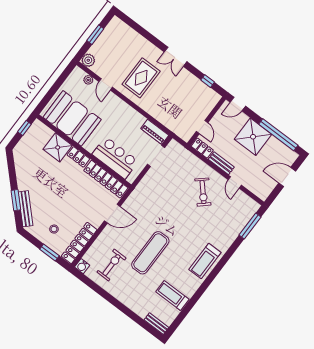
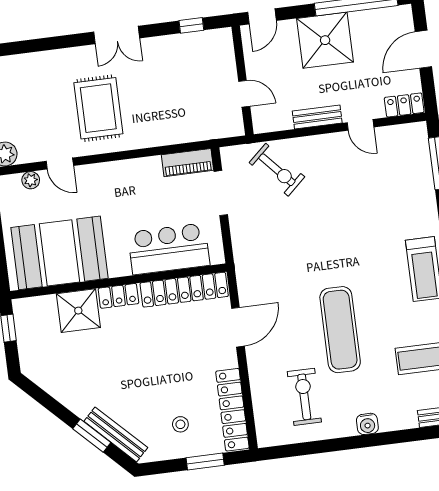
locker: (202, 148) -> (404, 105), moved
exercise bike: (203, 192) -> (277, 170), moved
water cooler: (82, 266) -> (367, 424), moved

